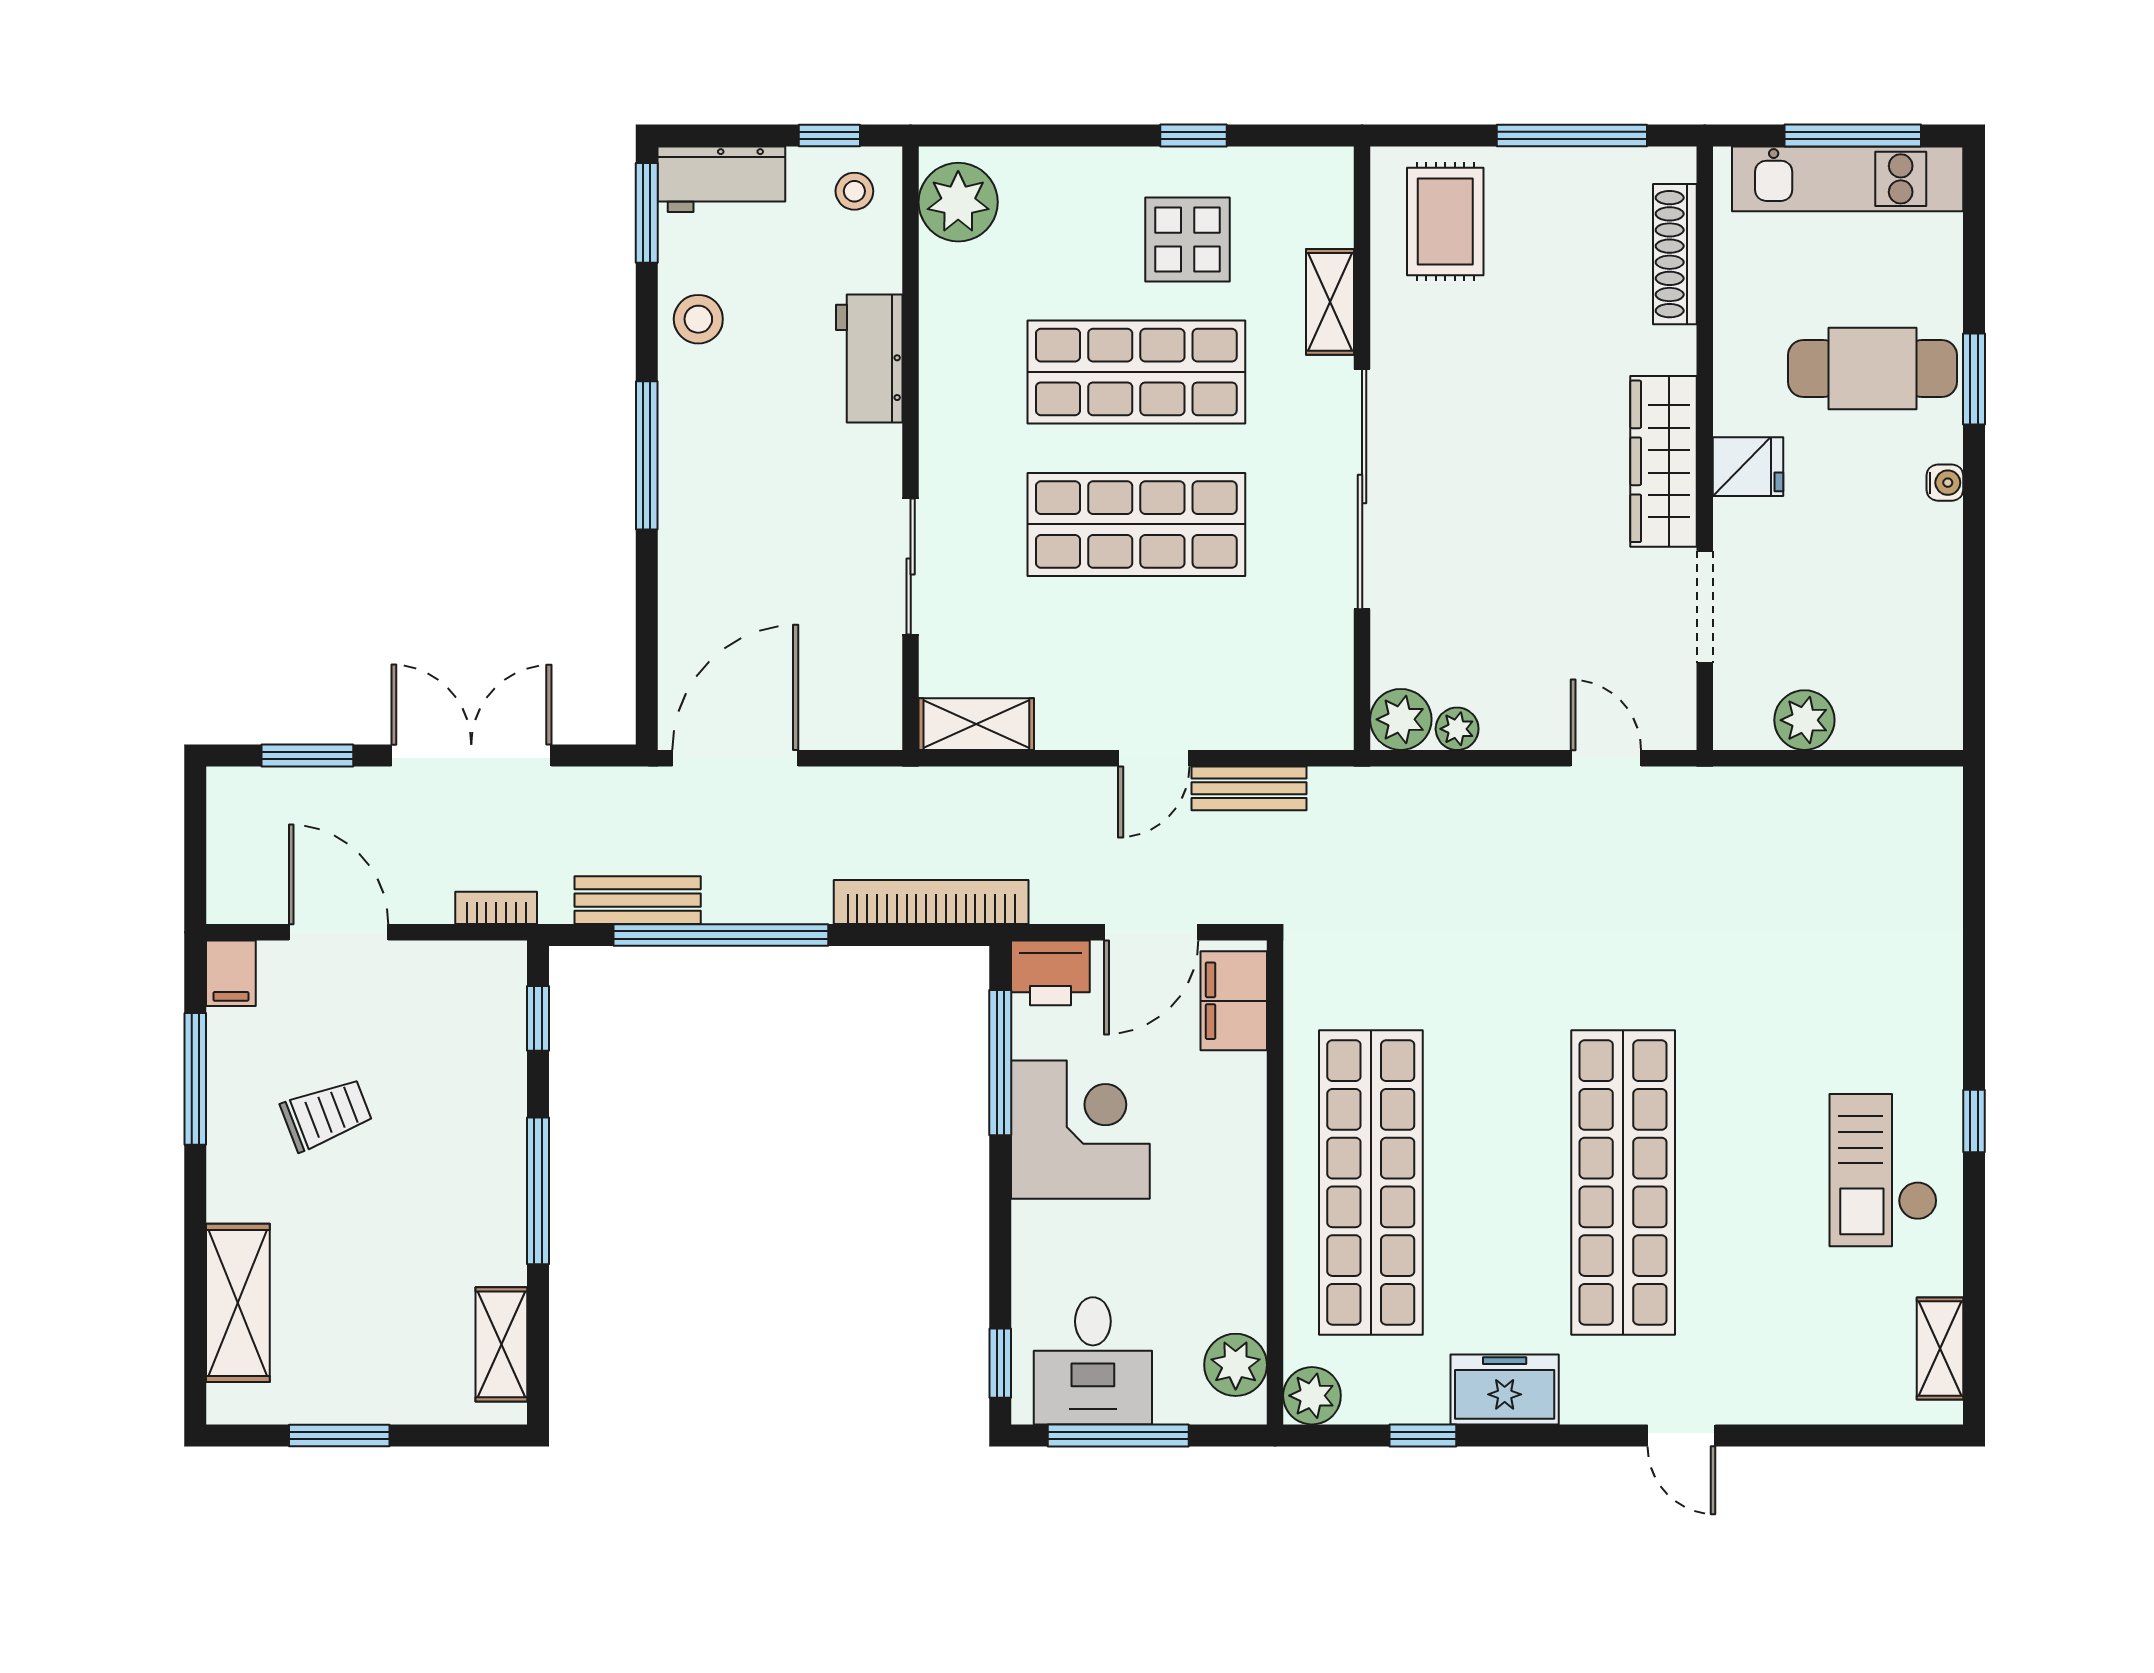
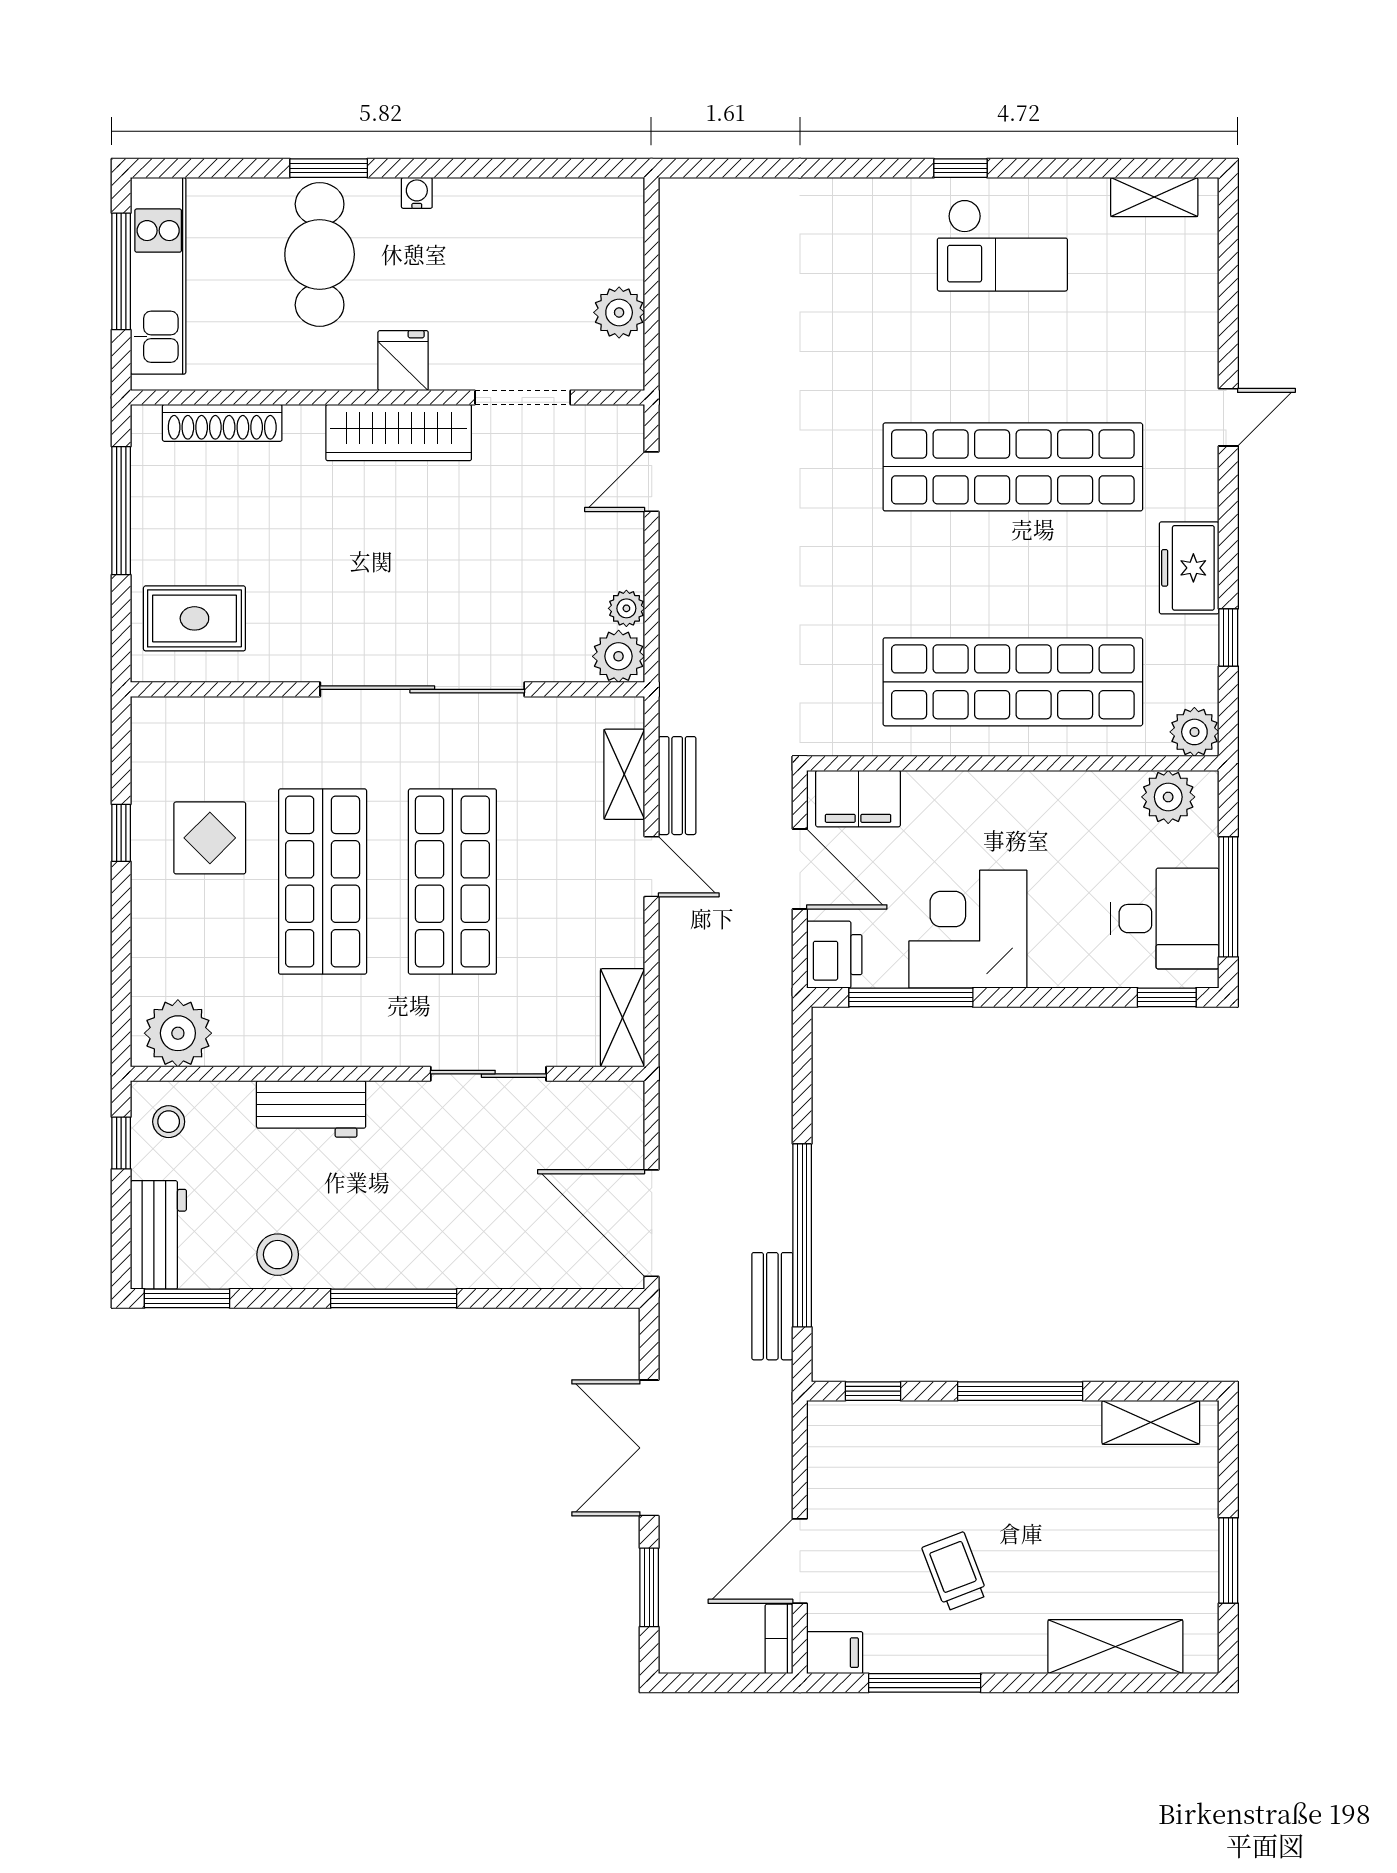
shelving: (1330, 302) -> (624, 774), moved, turned 90
bookcase: (931, 902) -> (774, 1056), removed
bookcase: (496, 908) -> (779, 1639), moved

